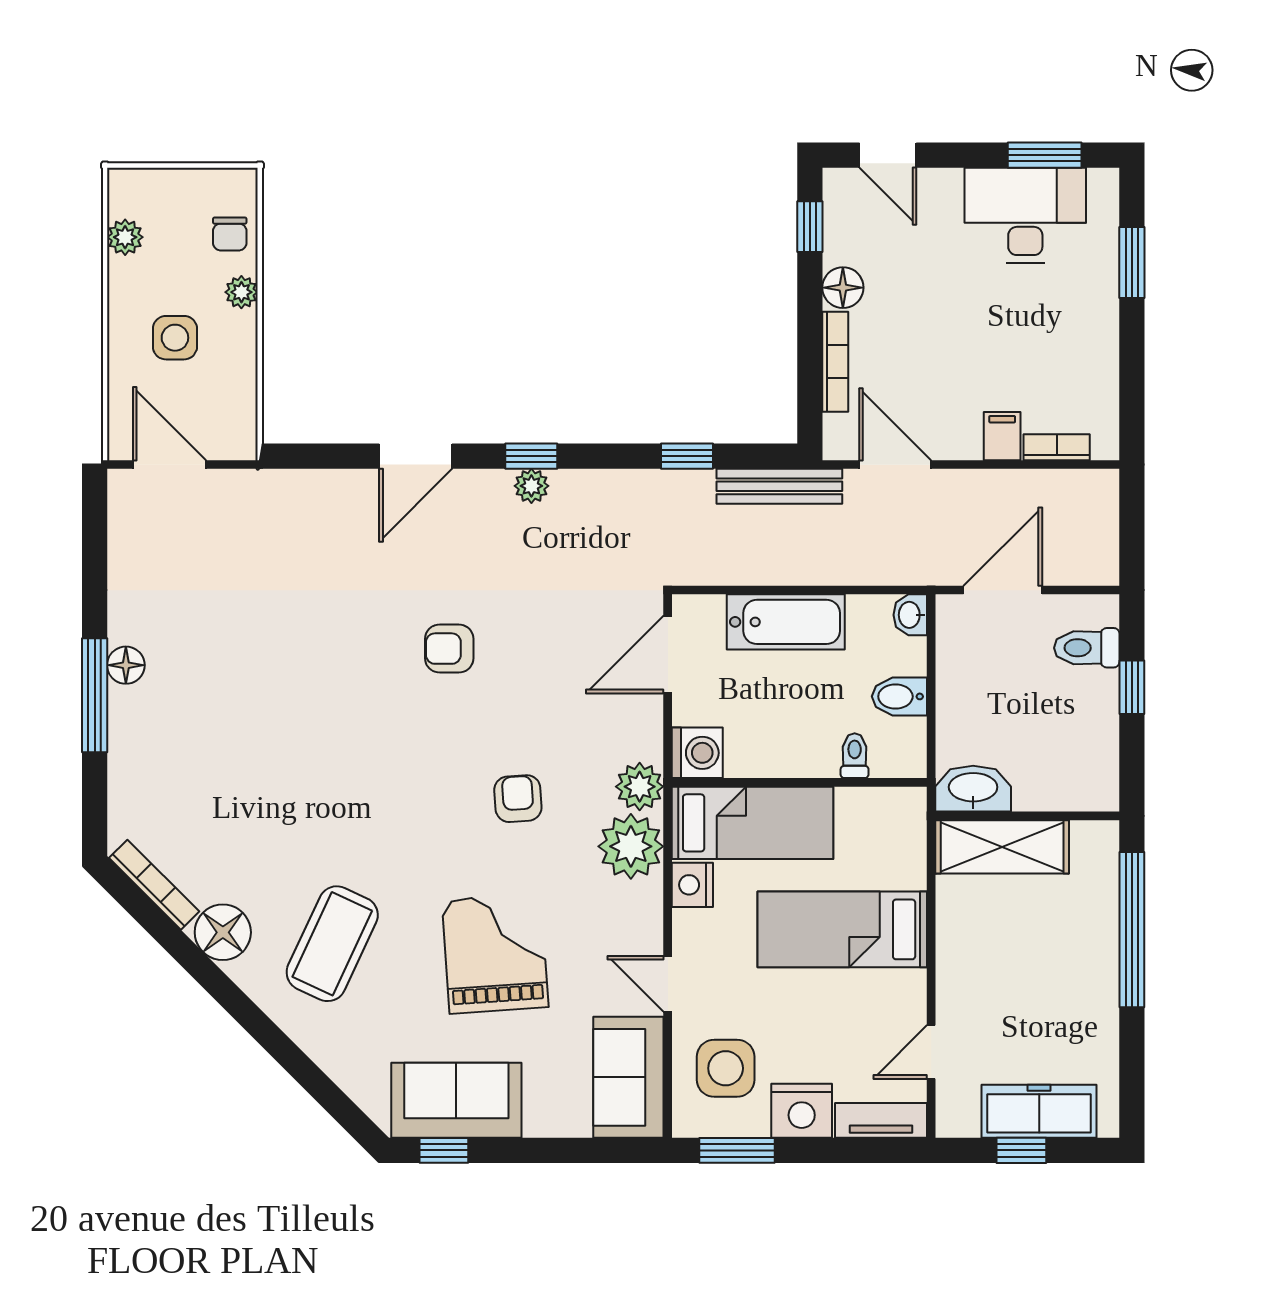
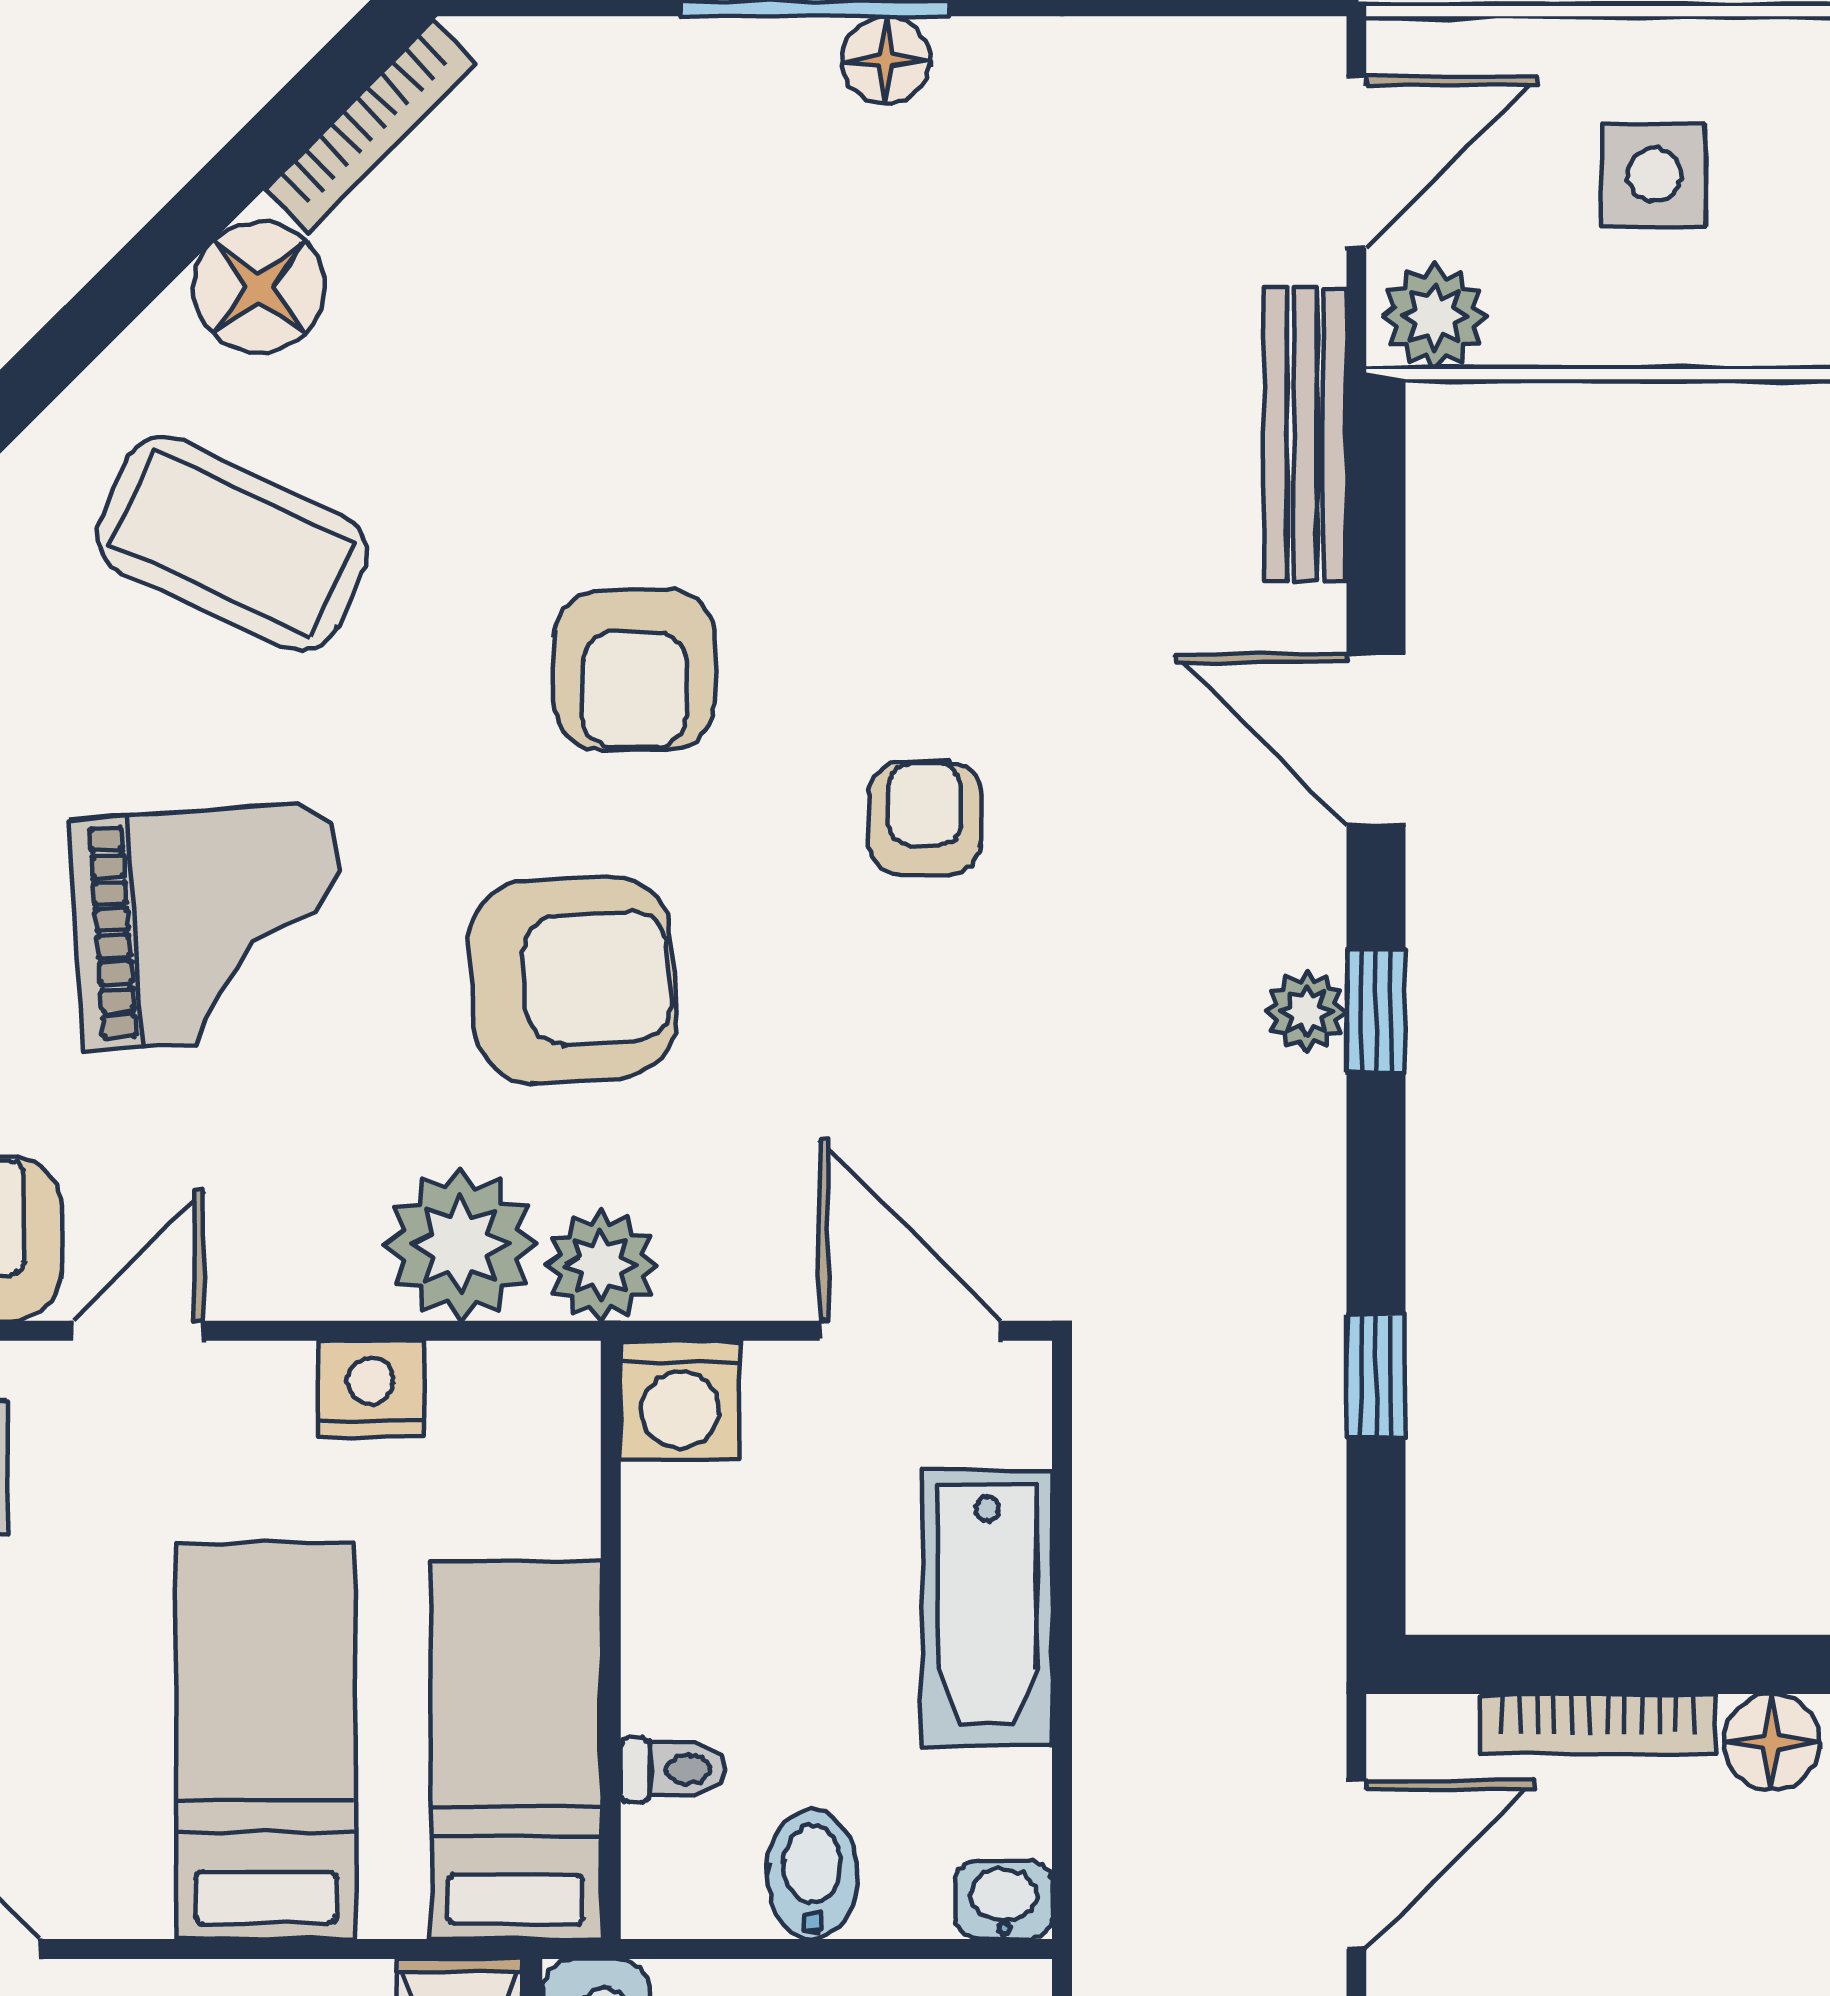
plant: (241, 292) -> (1435, 317), moved, width x1.38, depth x1.38
bench: (779, 486) -> (1305, 435), moved
armchair: (386, 772) -> (635, 670), added
armchair: (518, 799) -> (573, 980), width x1.88, depth x1.88
bed: (752, 823) -> (516, 1750), moved, turned 180

